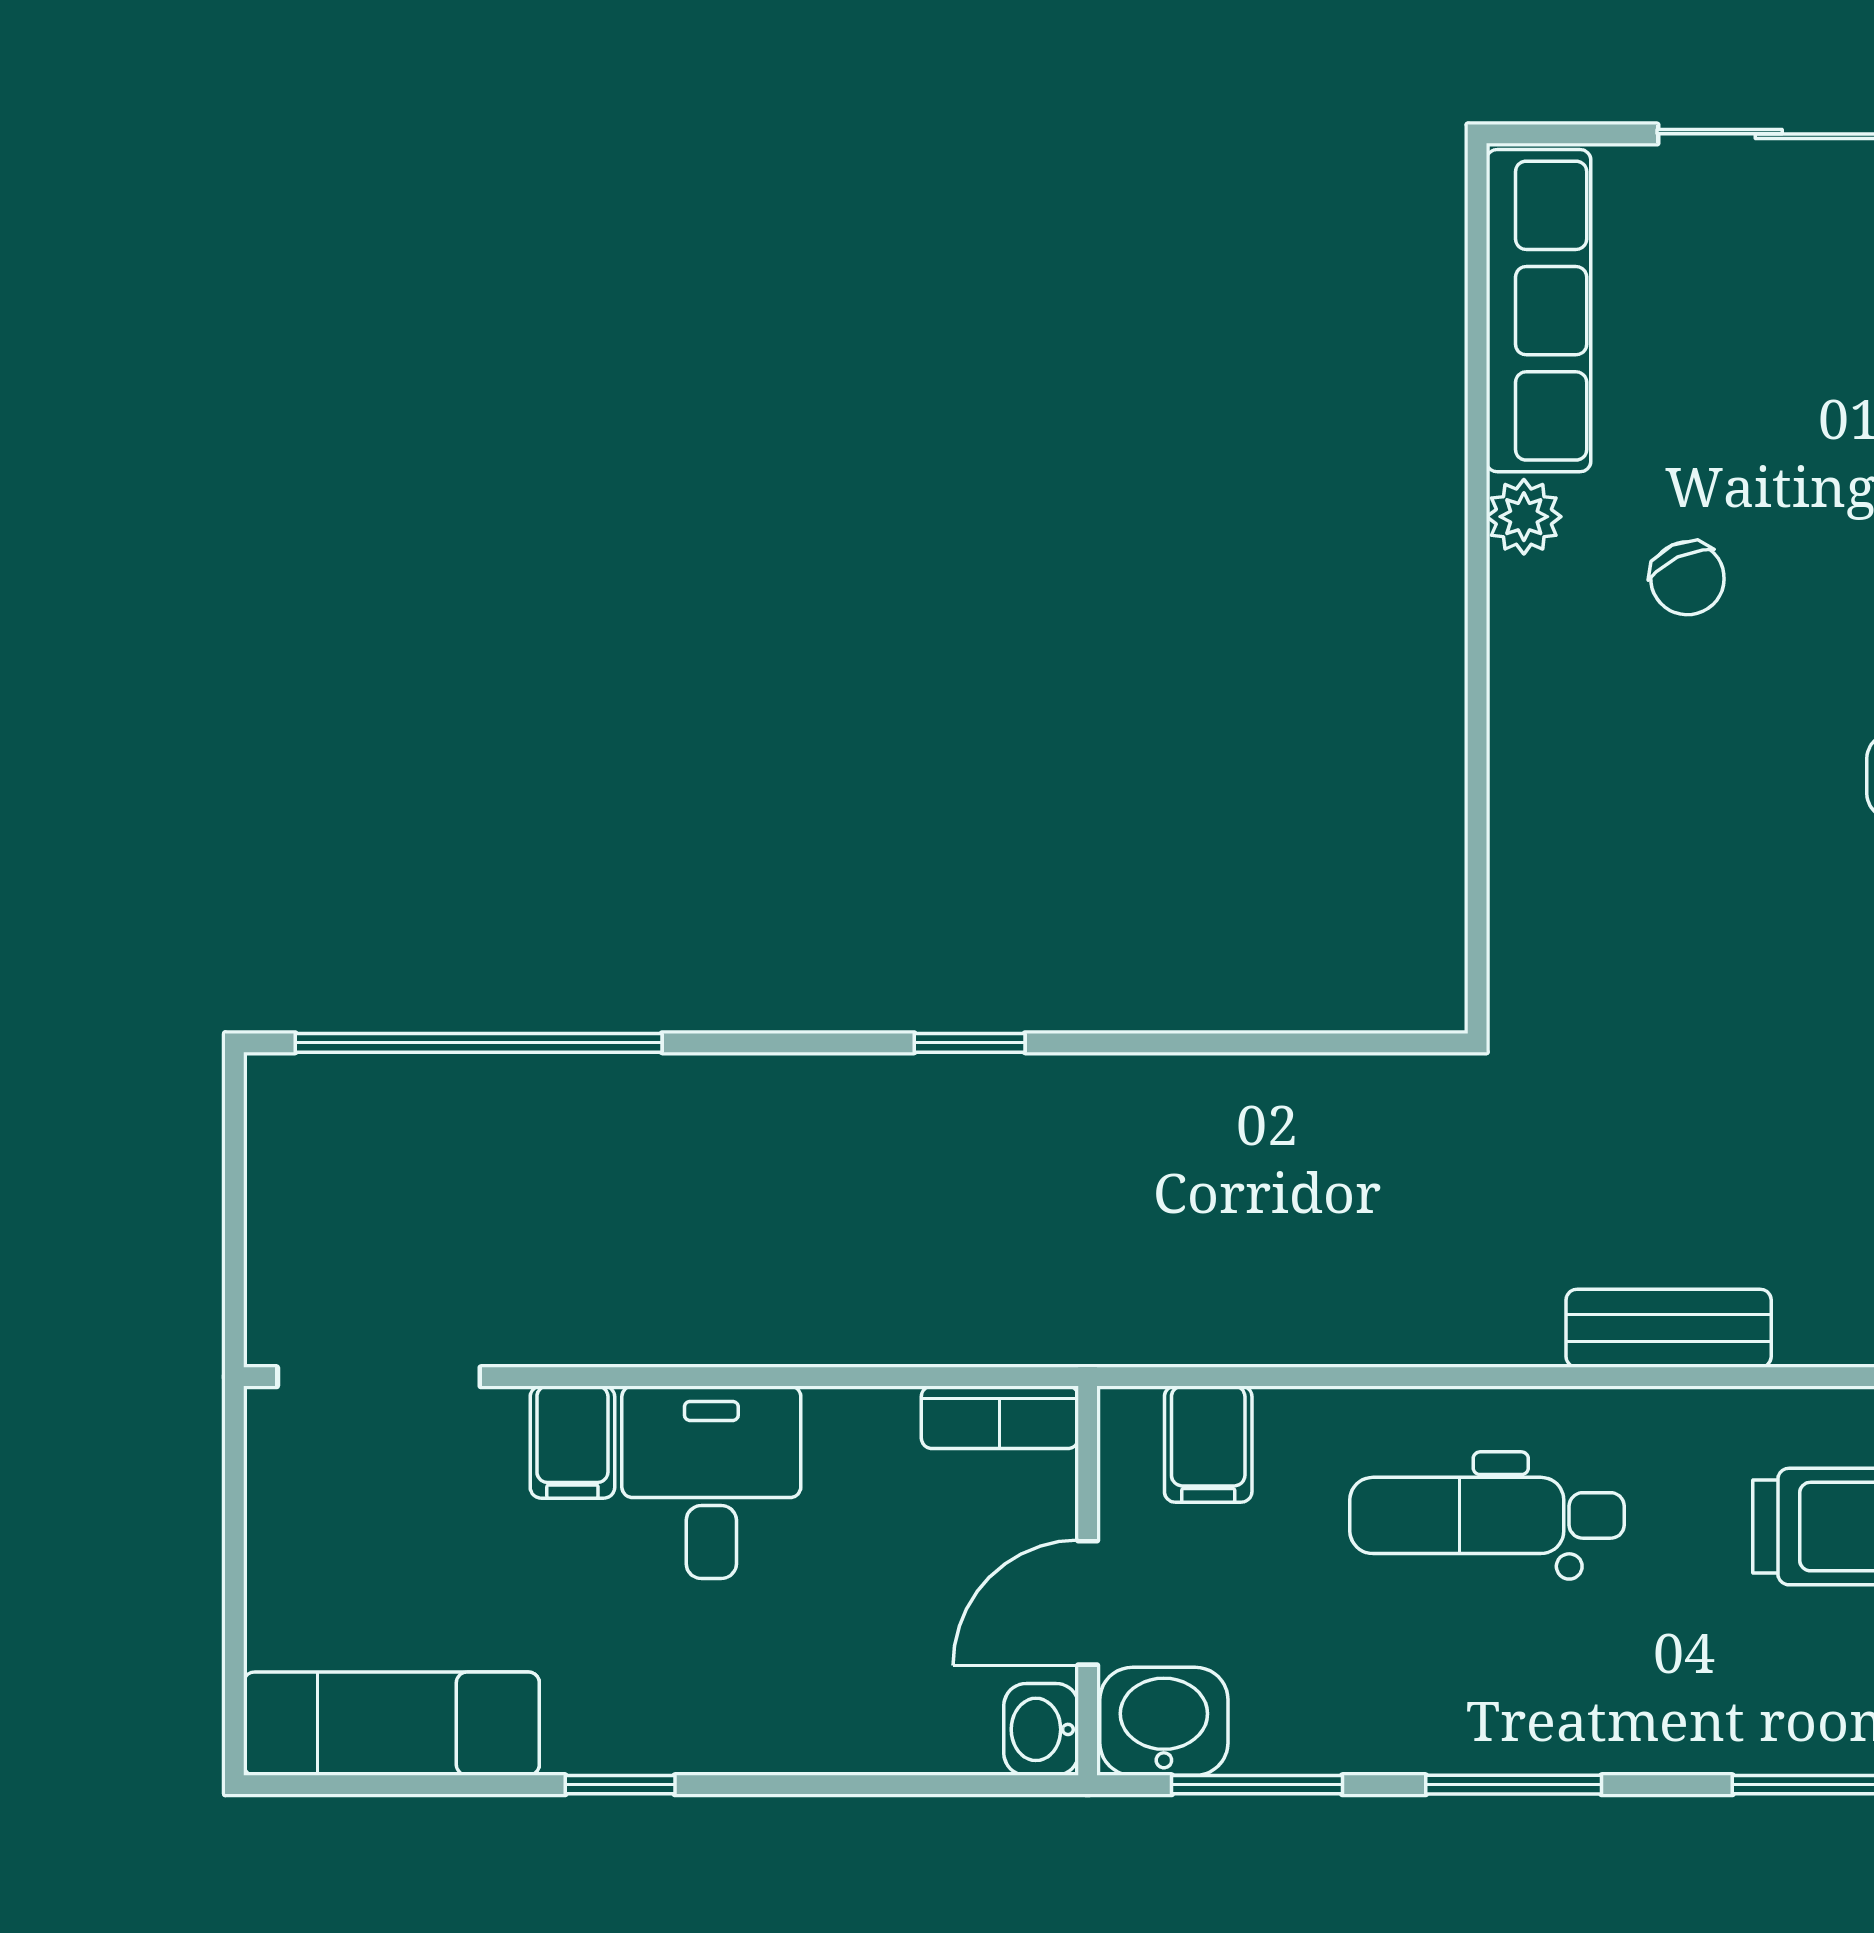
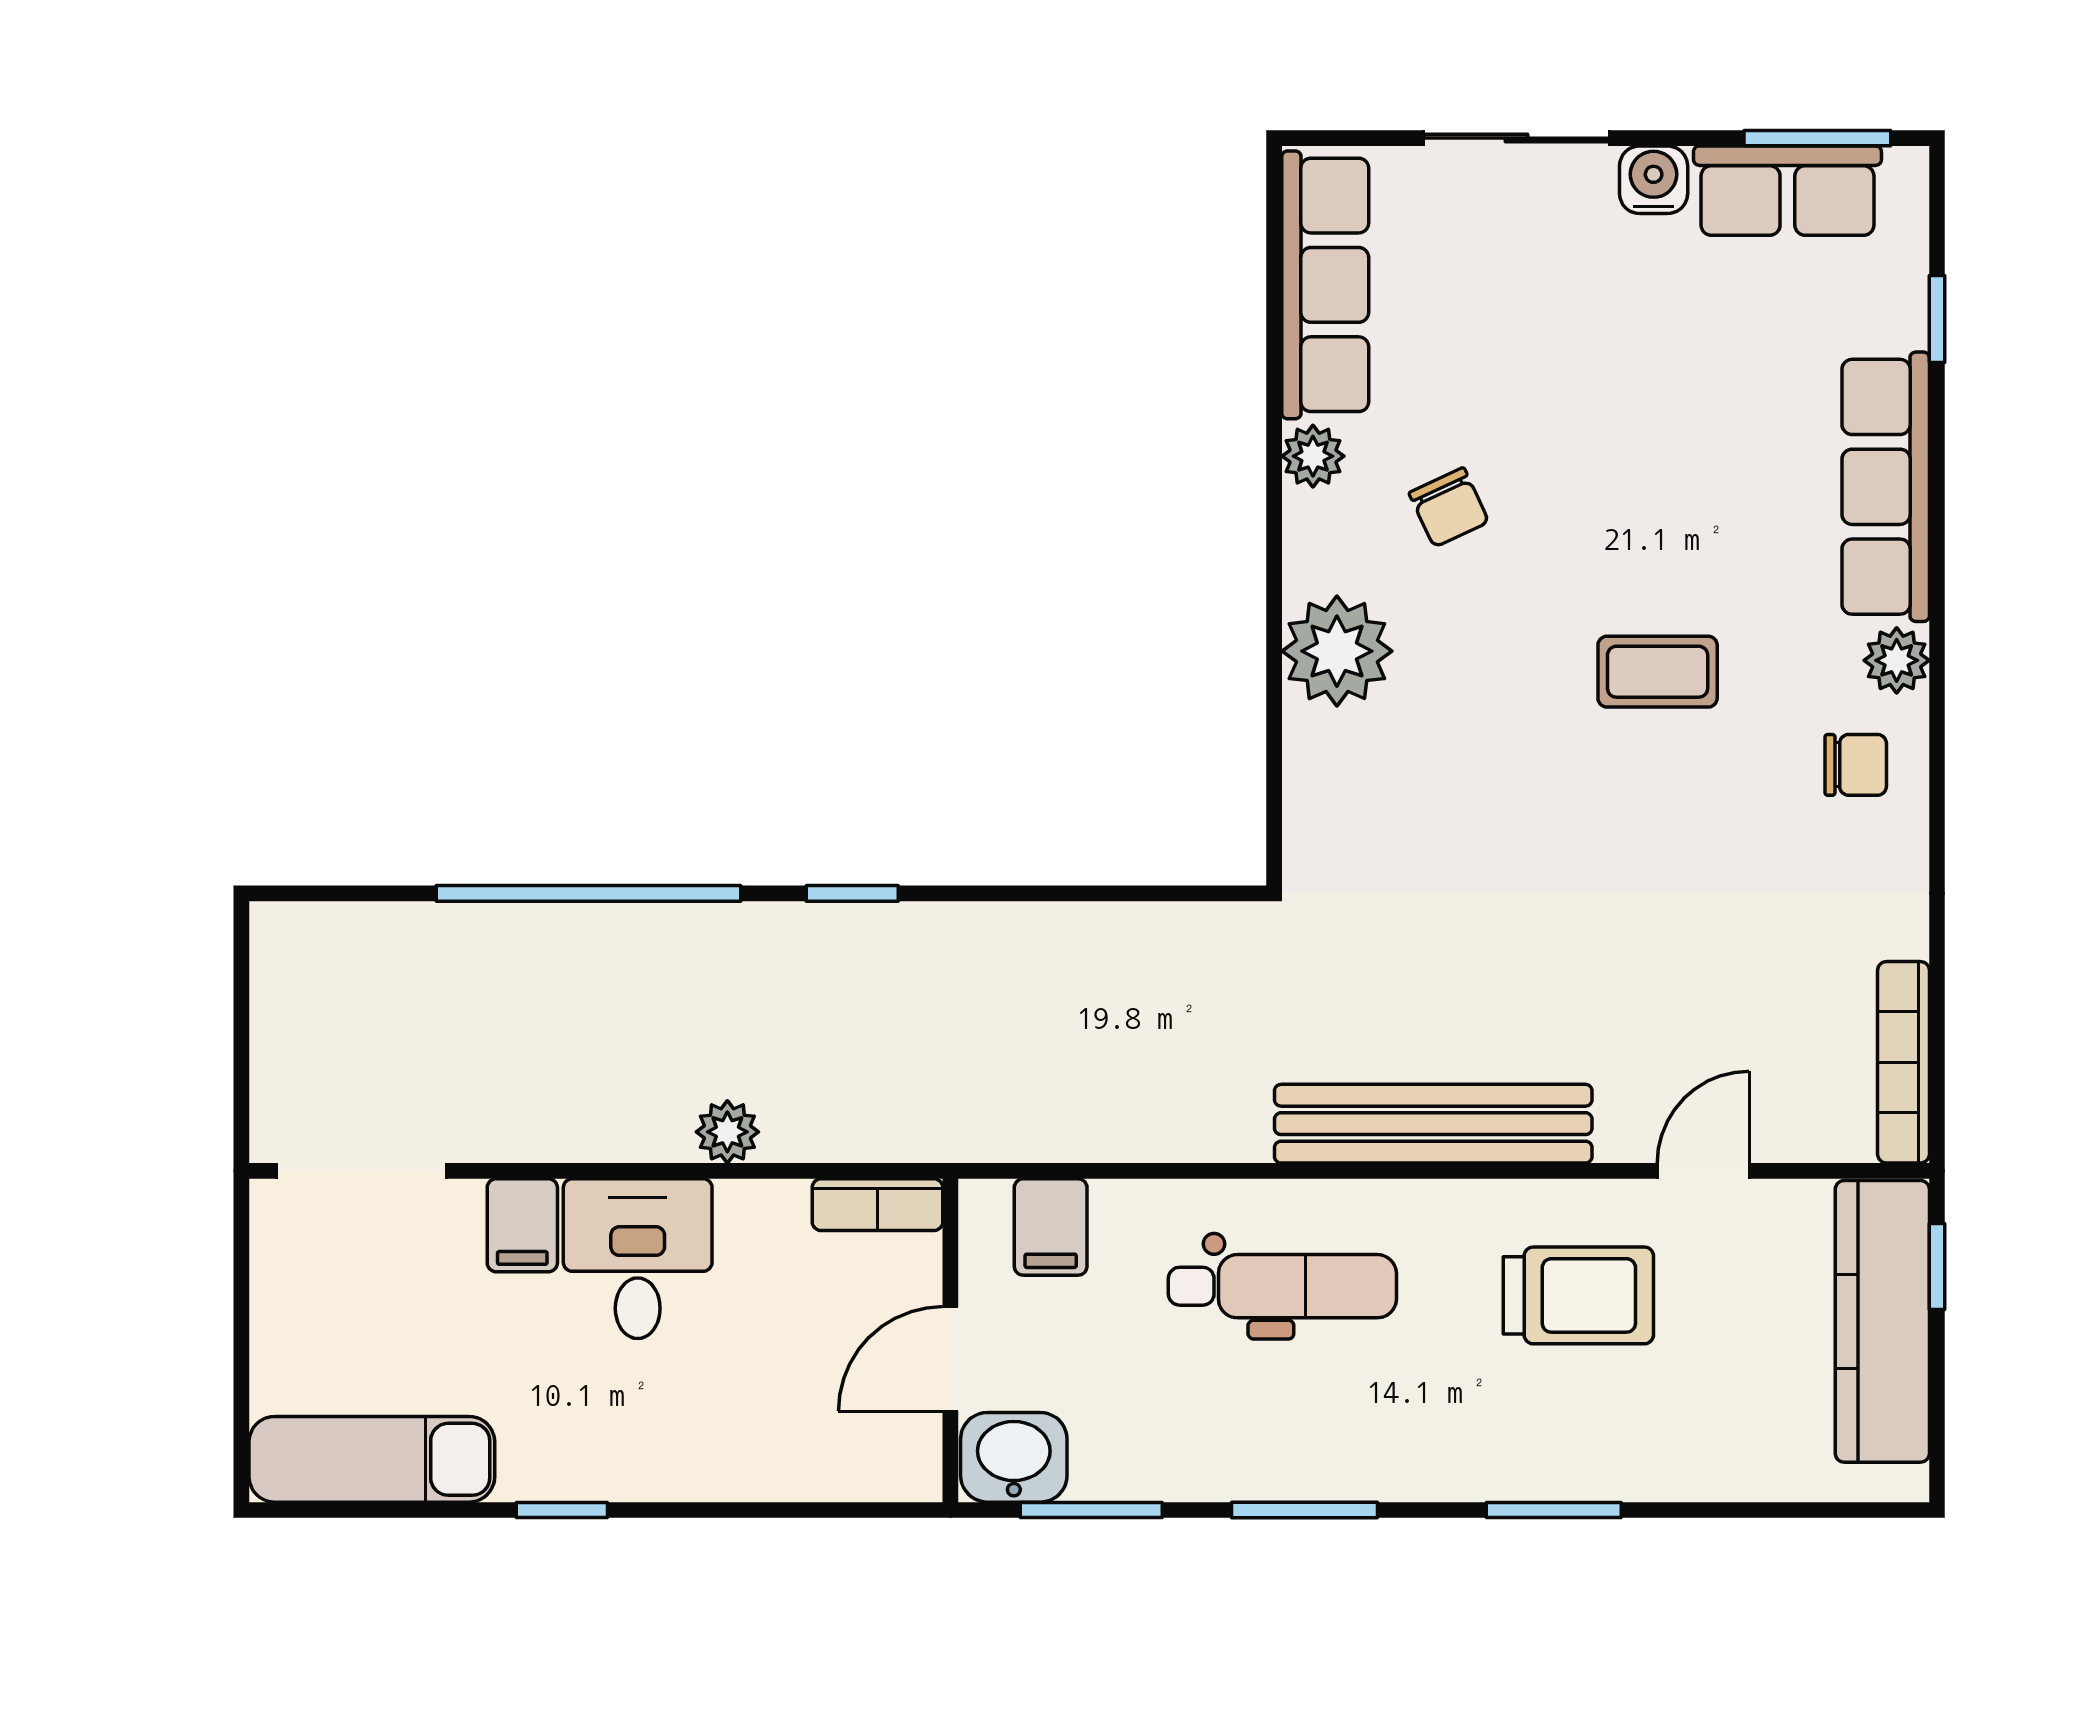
plant: (1553, 751) -> (1337, 651), added
window: (479, 1043) -> (588, 893), moved
bench: (1669, 1328) -> (1433, 1124), width x1.86, depth x1.21
plant: (819, 1330) -> (727, 1132), added
dental chair: (1487, 1515) -> (1282, 1286), turned 180
washbasin: (1041, 1729) -> (912, 1464), removed

